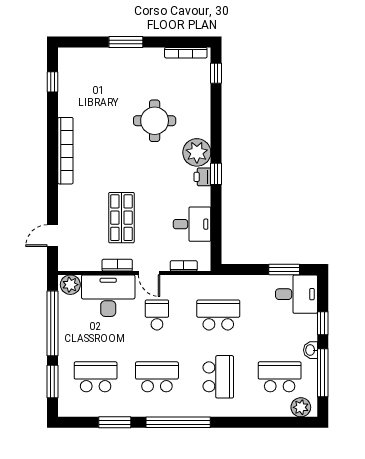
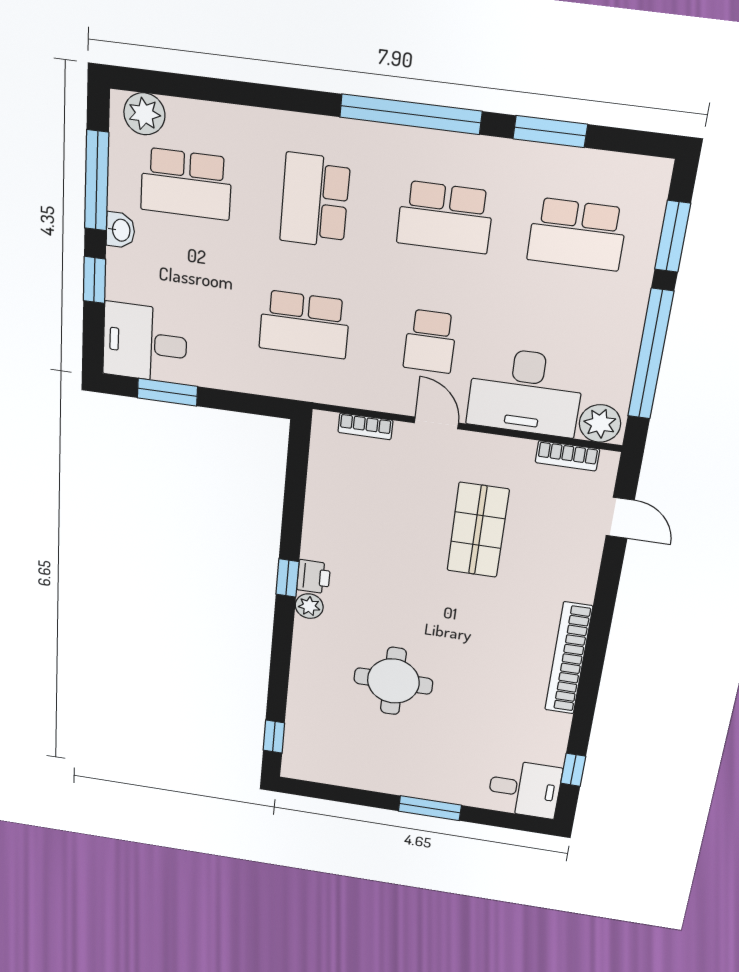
bookcase: (186, 53) -> (325, 776), removed
plant: (197, 152) -> (309, 606), width x0.53, depth x0.53
desk: (192, 224) -> (524, 789), moved, turned 180
door: (53, 236) -> (620, 518), hinge flipped
bookcase: (117, 265) -> (567, 456), moved

